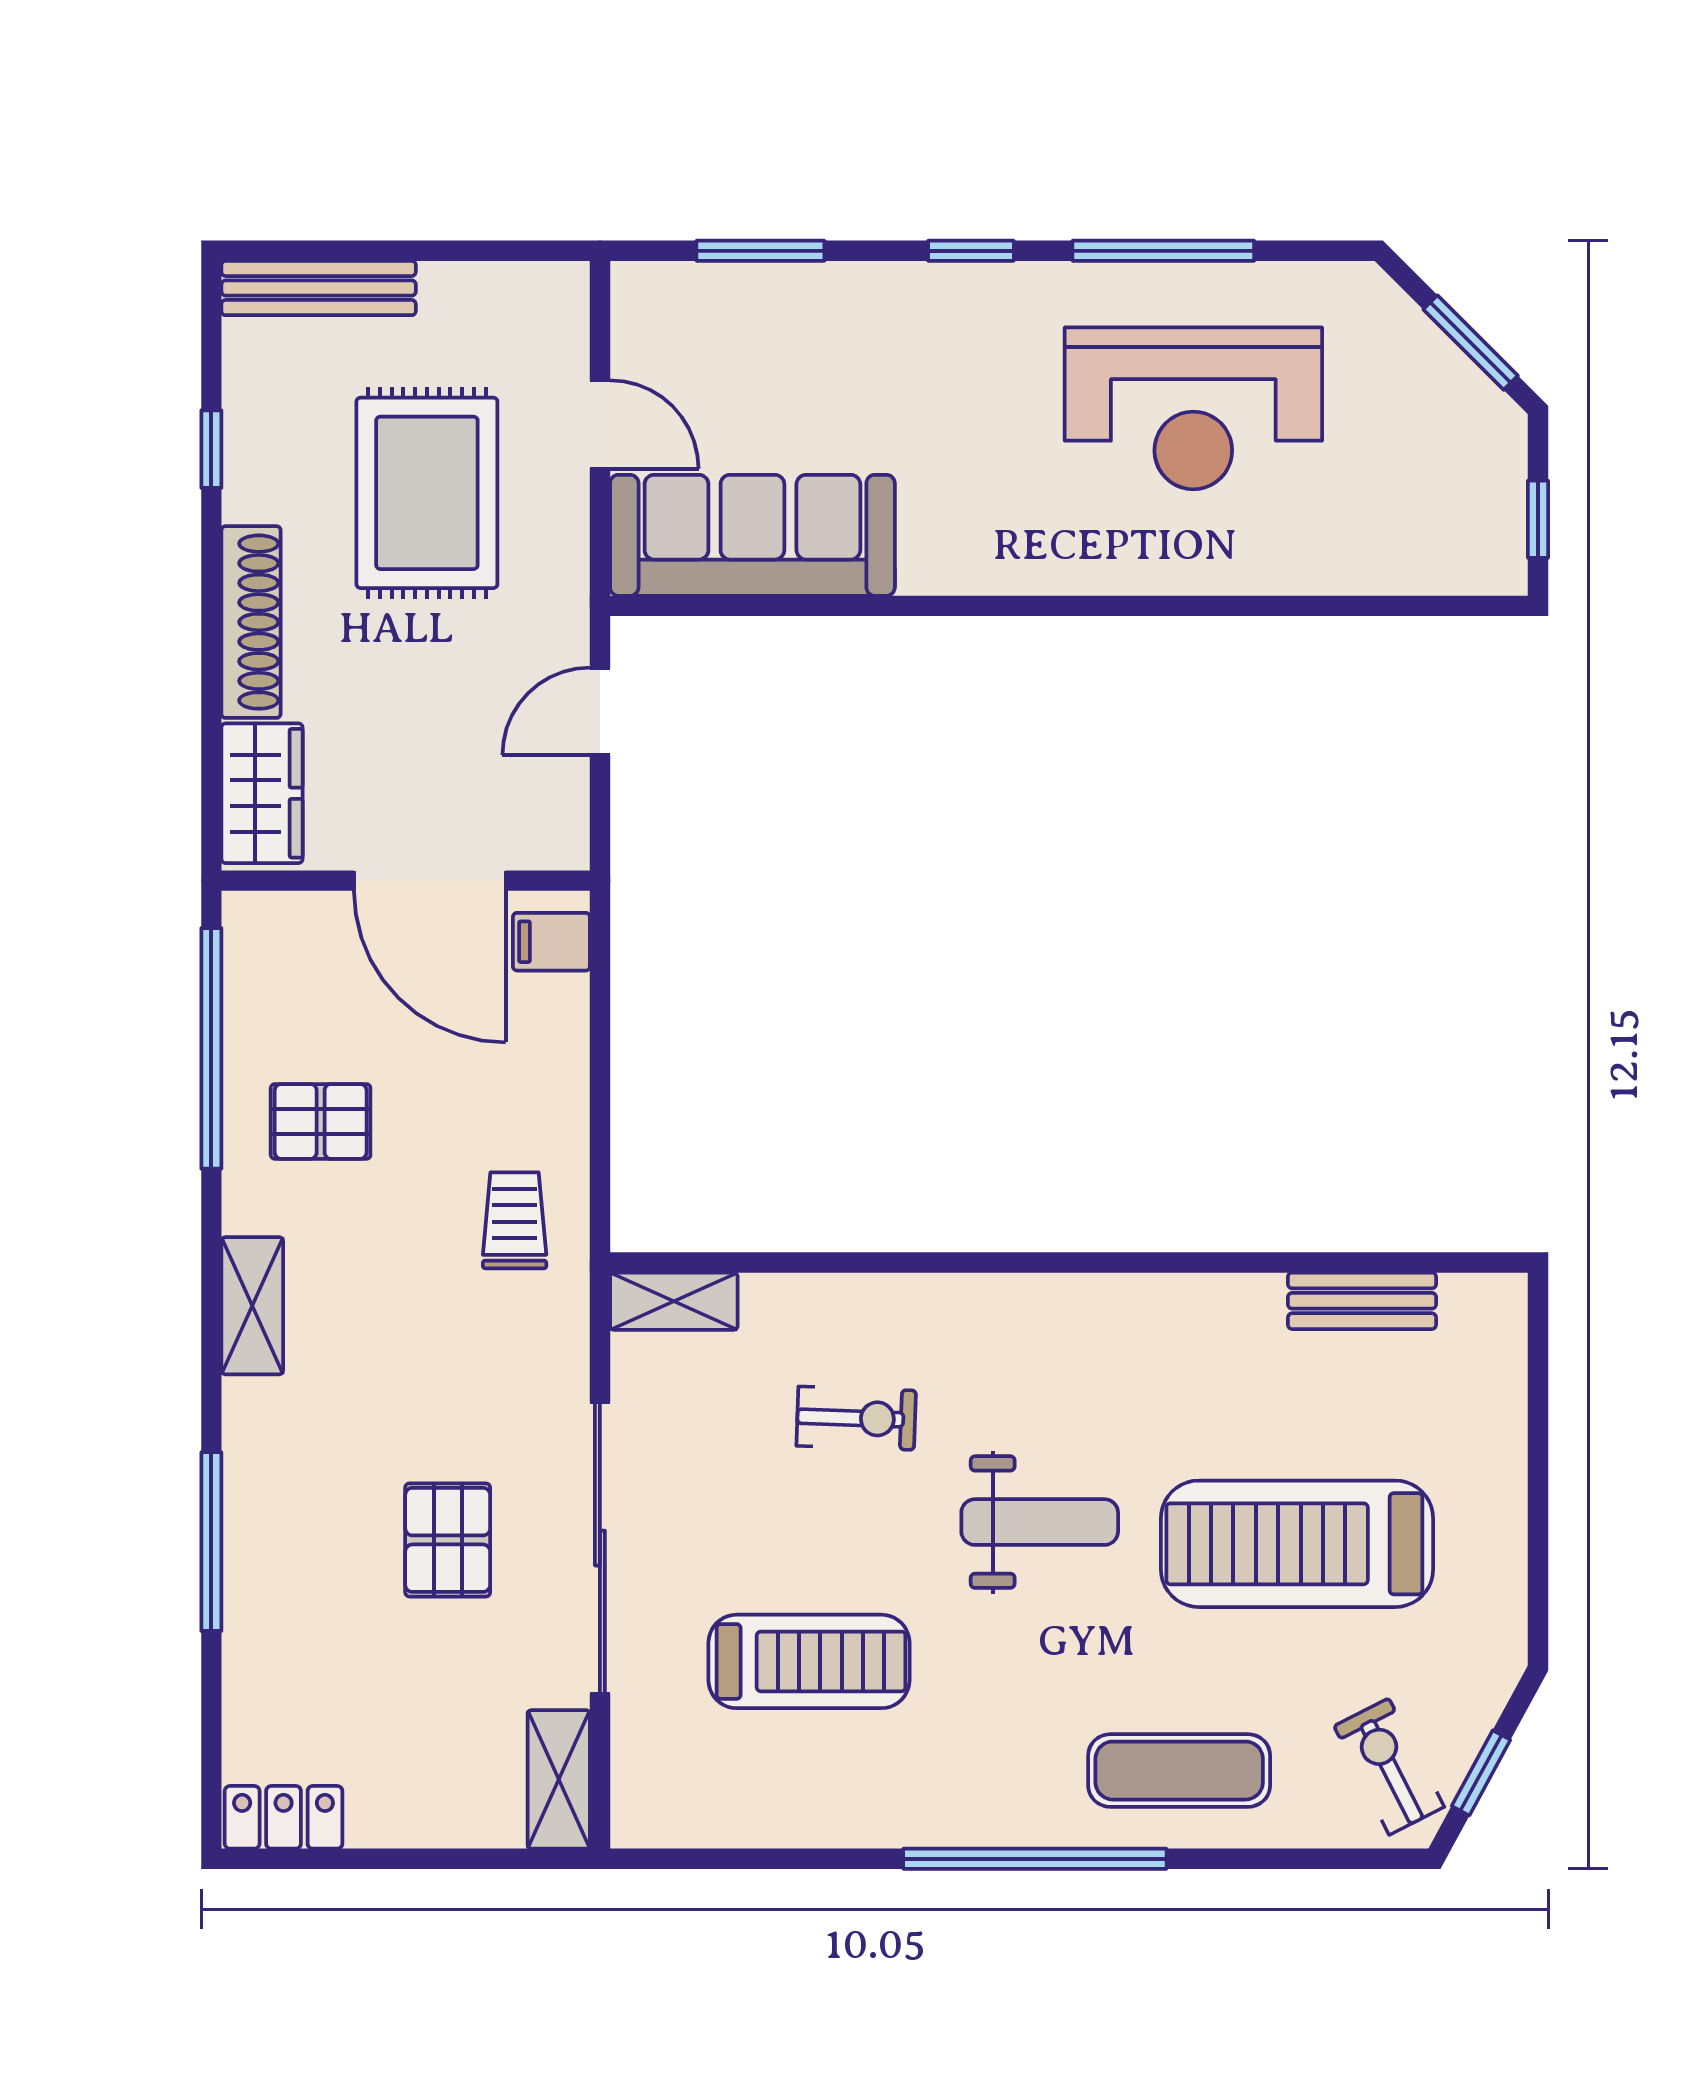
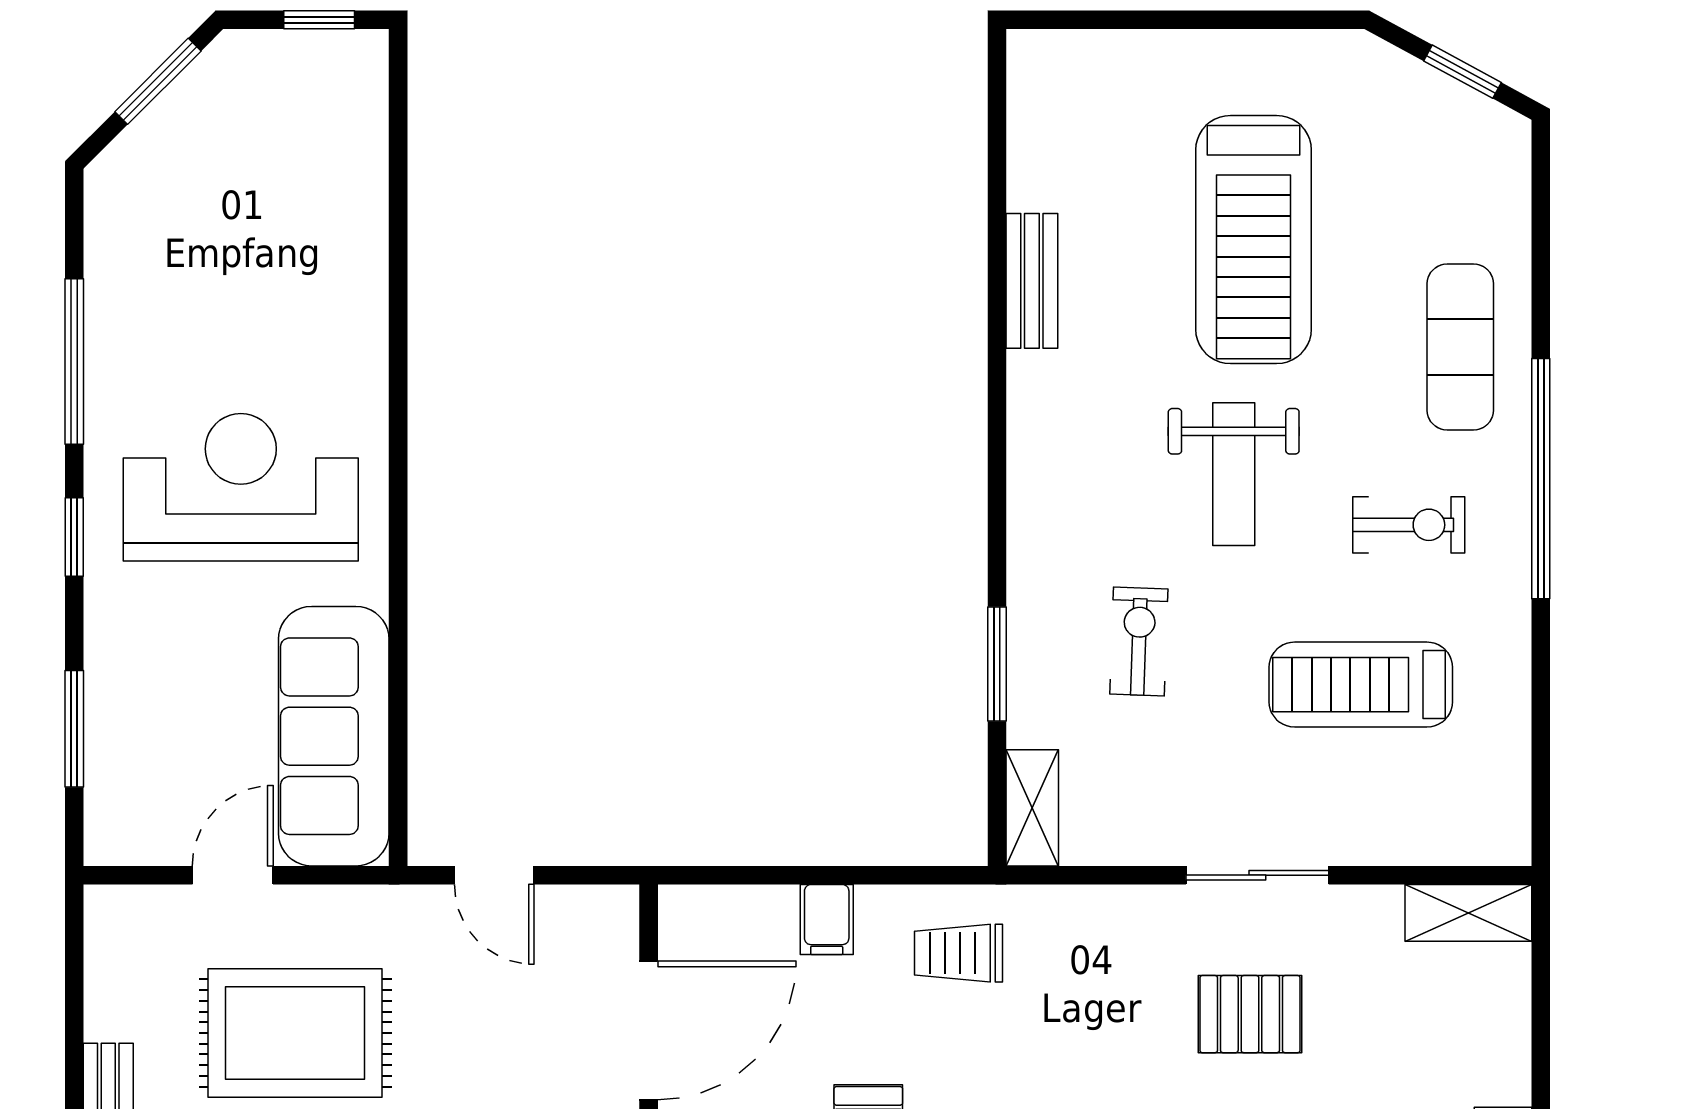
reception desk: (1193, 408) -> (241, 487), moved, turned -90
filing cabinet: (551, 942) -> (827, 920), moved
window: (831, 1262) -> (997, 664), added
bench: (1362, 1301) -> (1032, 281), moved
weight bench: (1040, 1522) -> (1234, 474), turned 180
sliding door: (600, 1548) -> (1257, 875), width x0.54
treadmill: (809, 1661) -> (1361, 685), turned -90
exercise bike: (1389, 1766) -> (1409, 525), moved, turned -153

